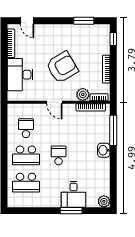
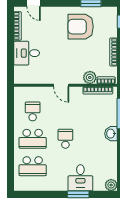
armchair: (62, 67) -> (81, 27), moved, turned -149
desk: (20, 75) -> (27, 53), width x0.73

